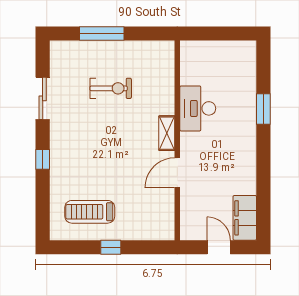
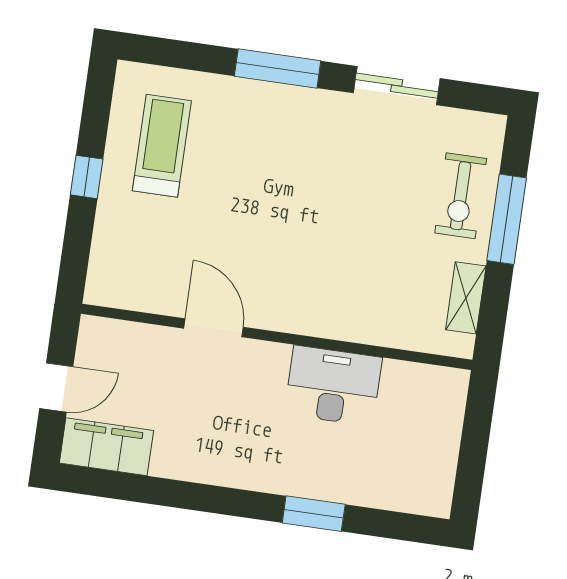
exercise bike: (111, 88) -> (461, 196), moved
shelving: (167, 133) -> (466, 298), moved, turned 90
window: (43, 159) -> (278, 68), width x2.17

